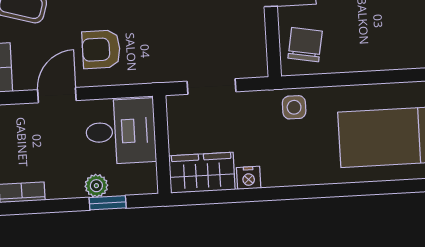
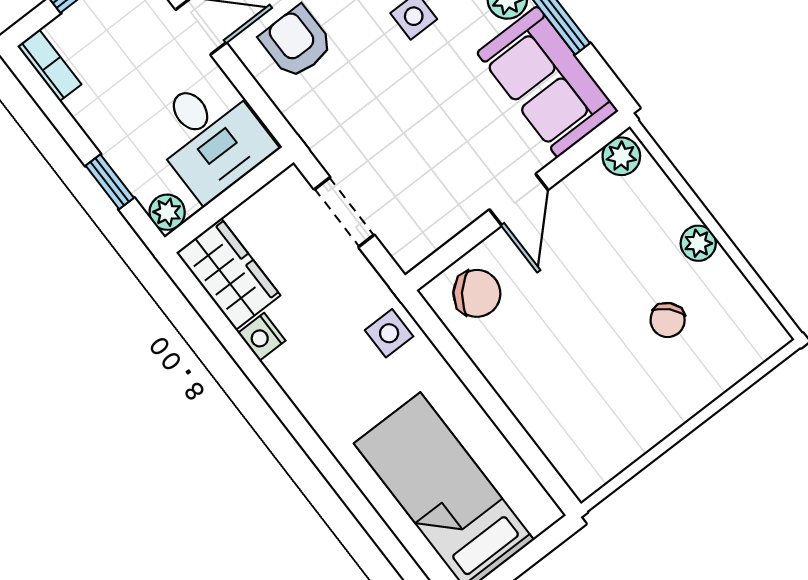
chair: (305, 45) -> (477, 293), turned 30
plant: (96, 186) -> (167, 212), moved

